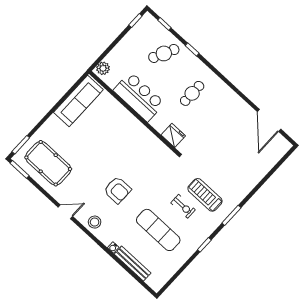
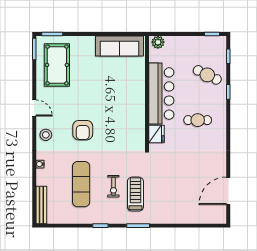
bar counter: (139, 97) -> (161, 94), width x1.36
bench: (133, 264) -> (41, 205), moved

